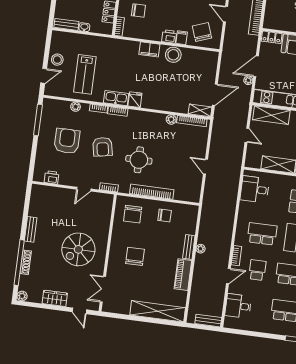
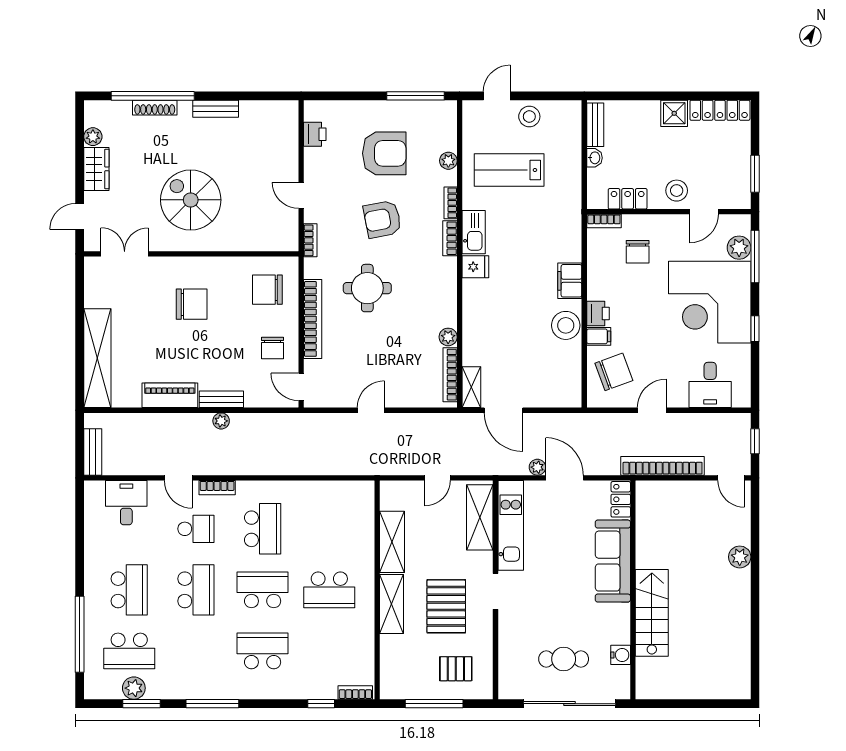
door: (44, 76) -> (497, 96), swing flipped
desk: (255, 189) -> (341, 505), removed
door: (188, 203) -> (301, 387), added
plant: (22, 296) -> (93, 137), moved

